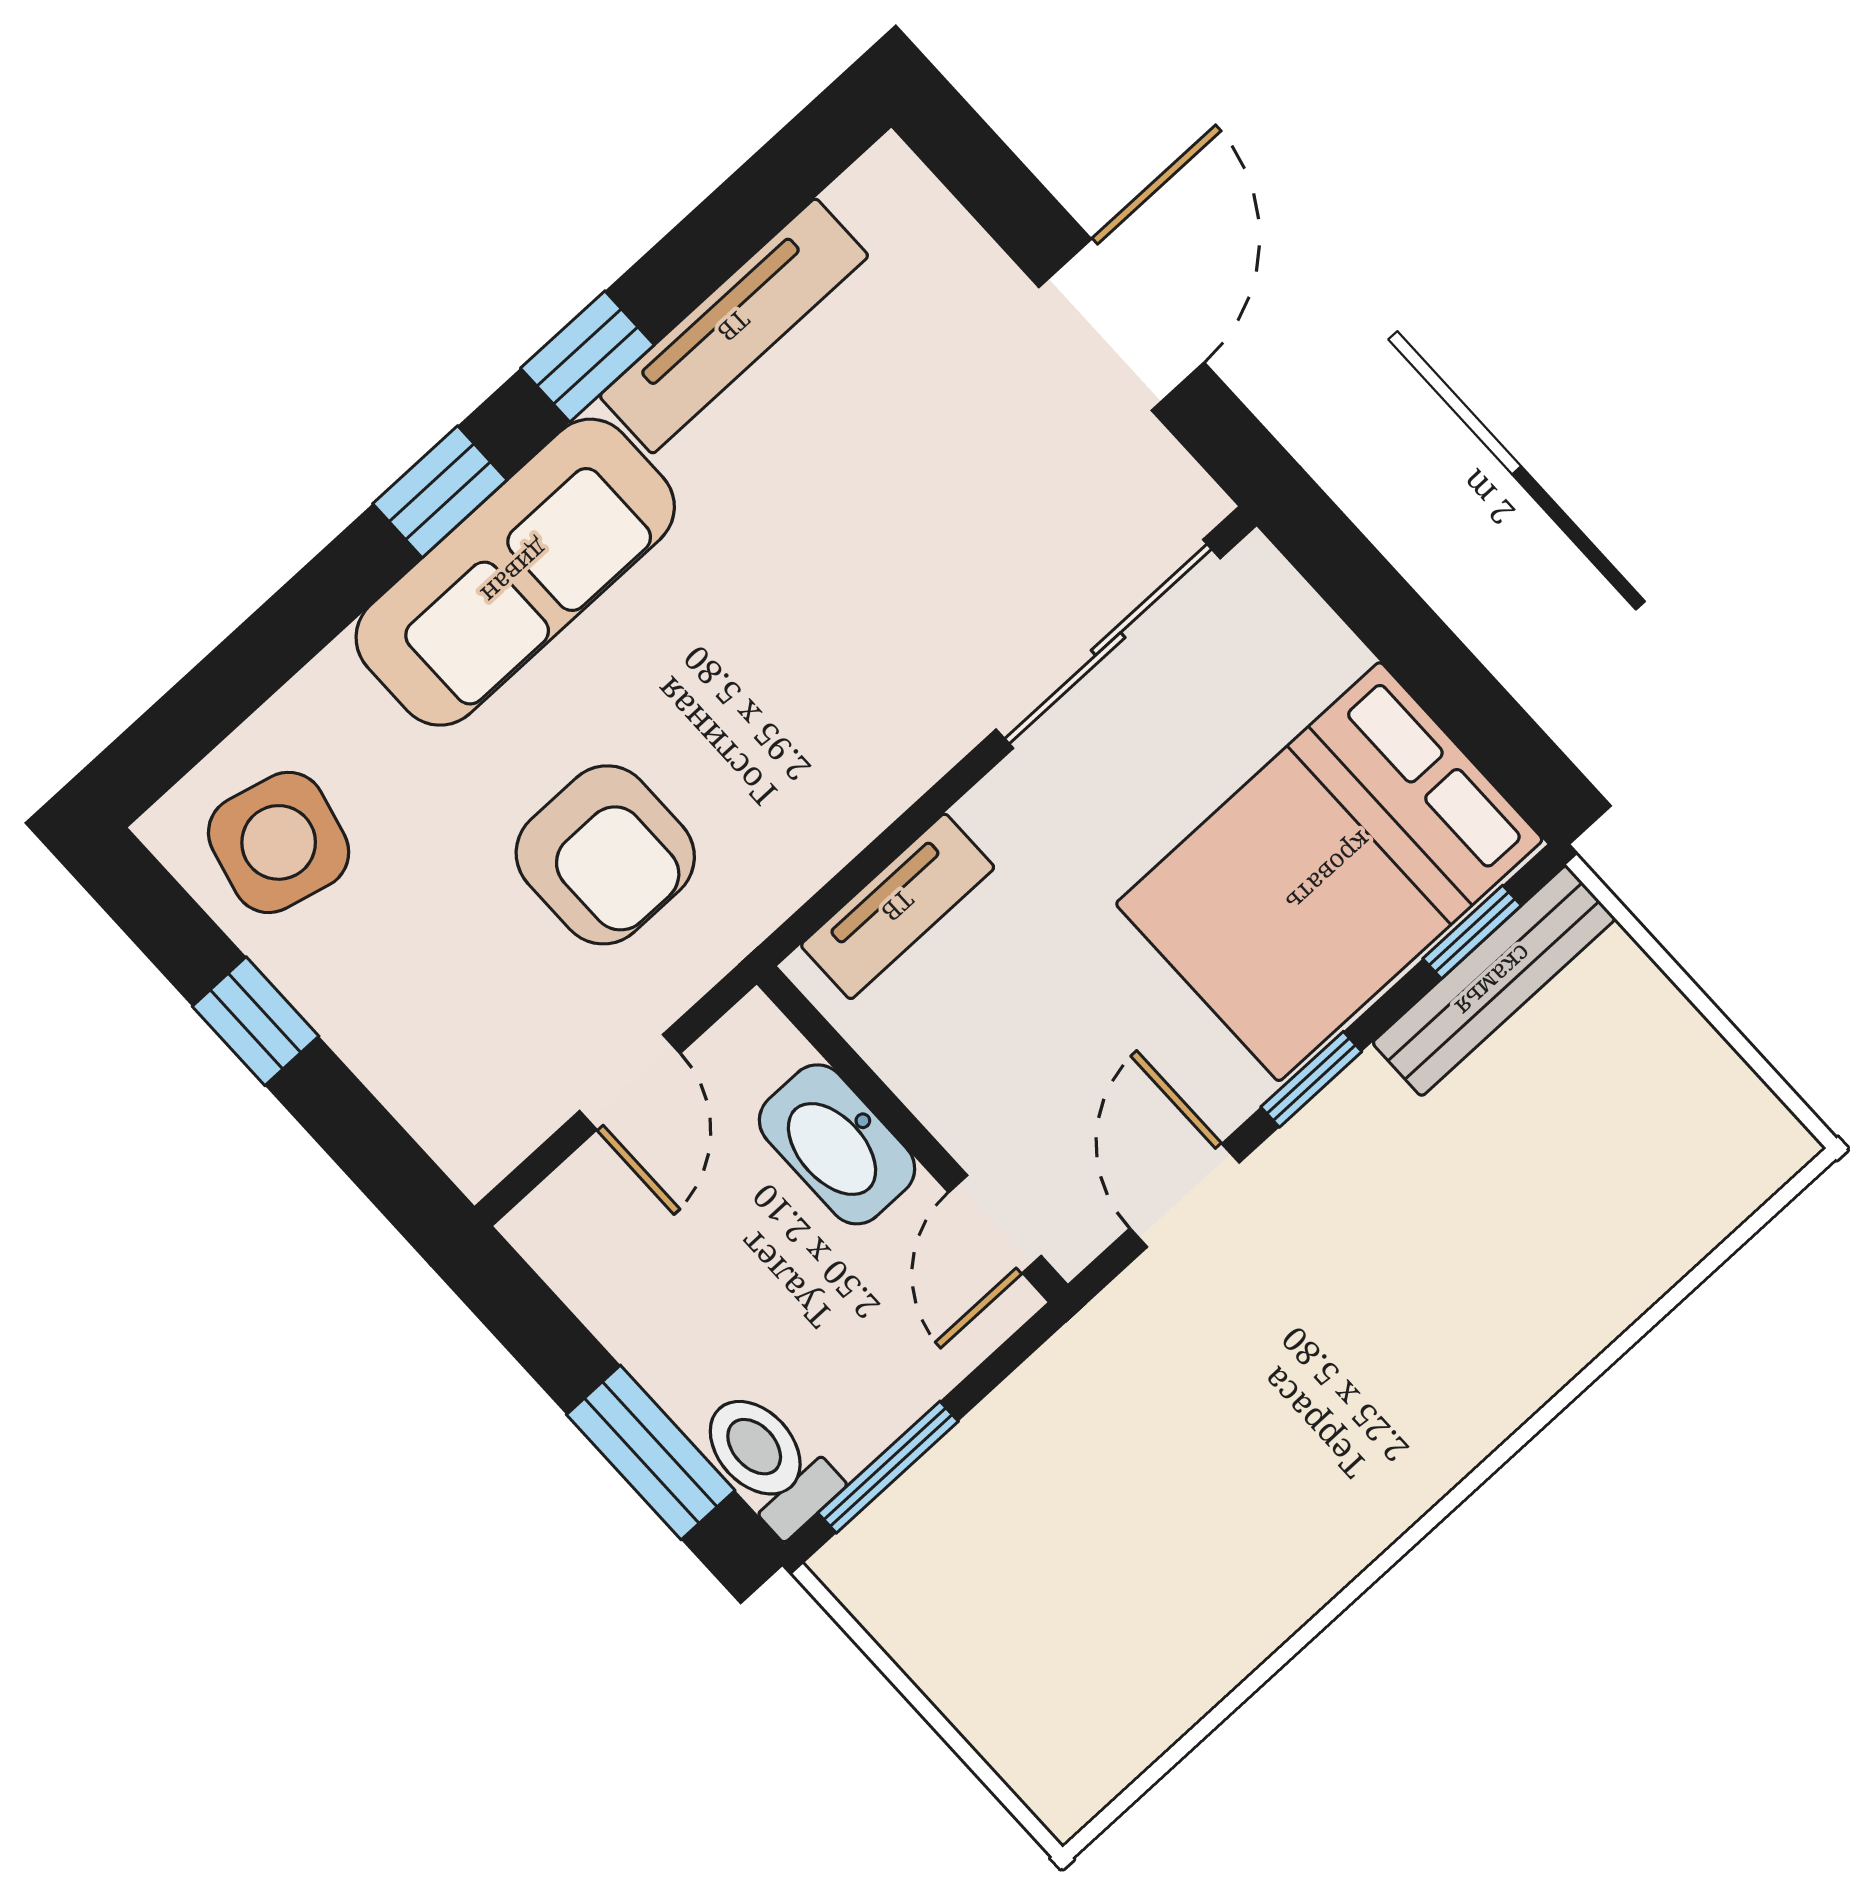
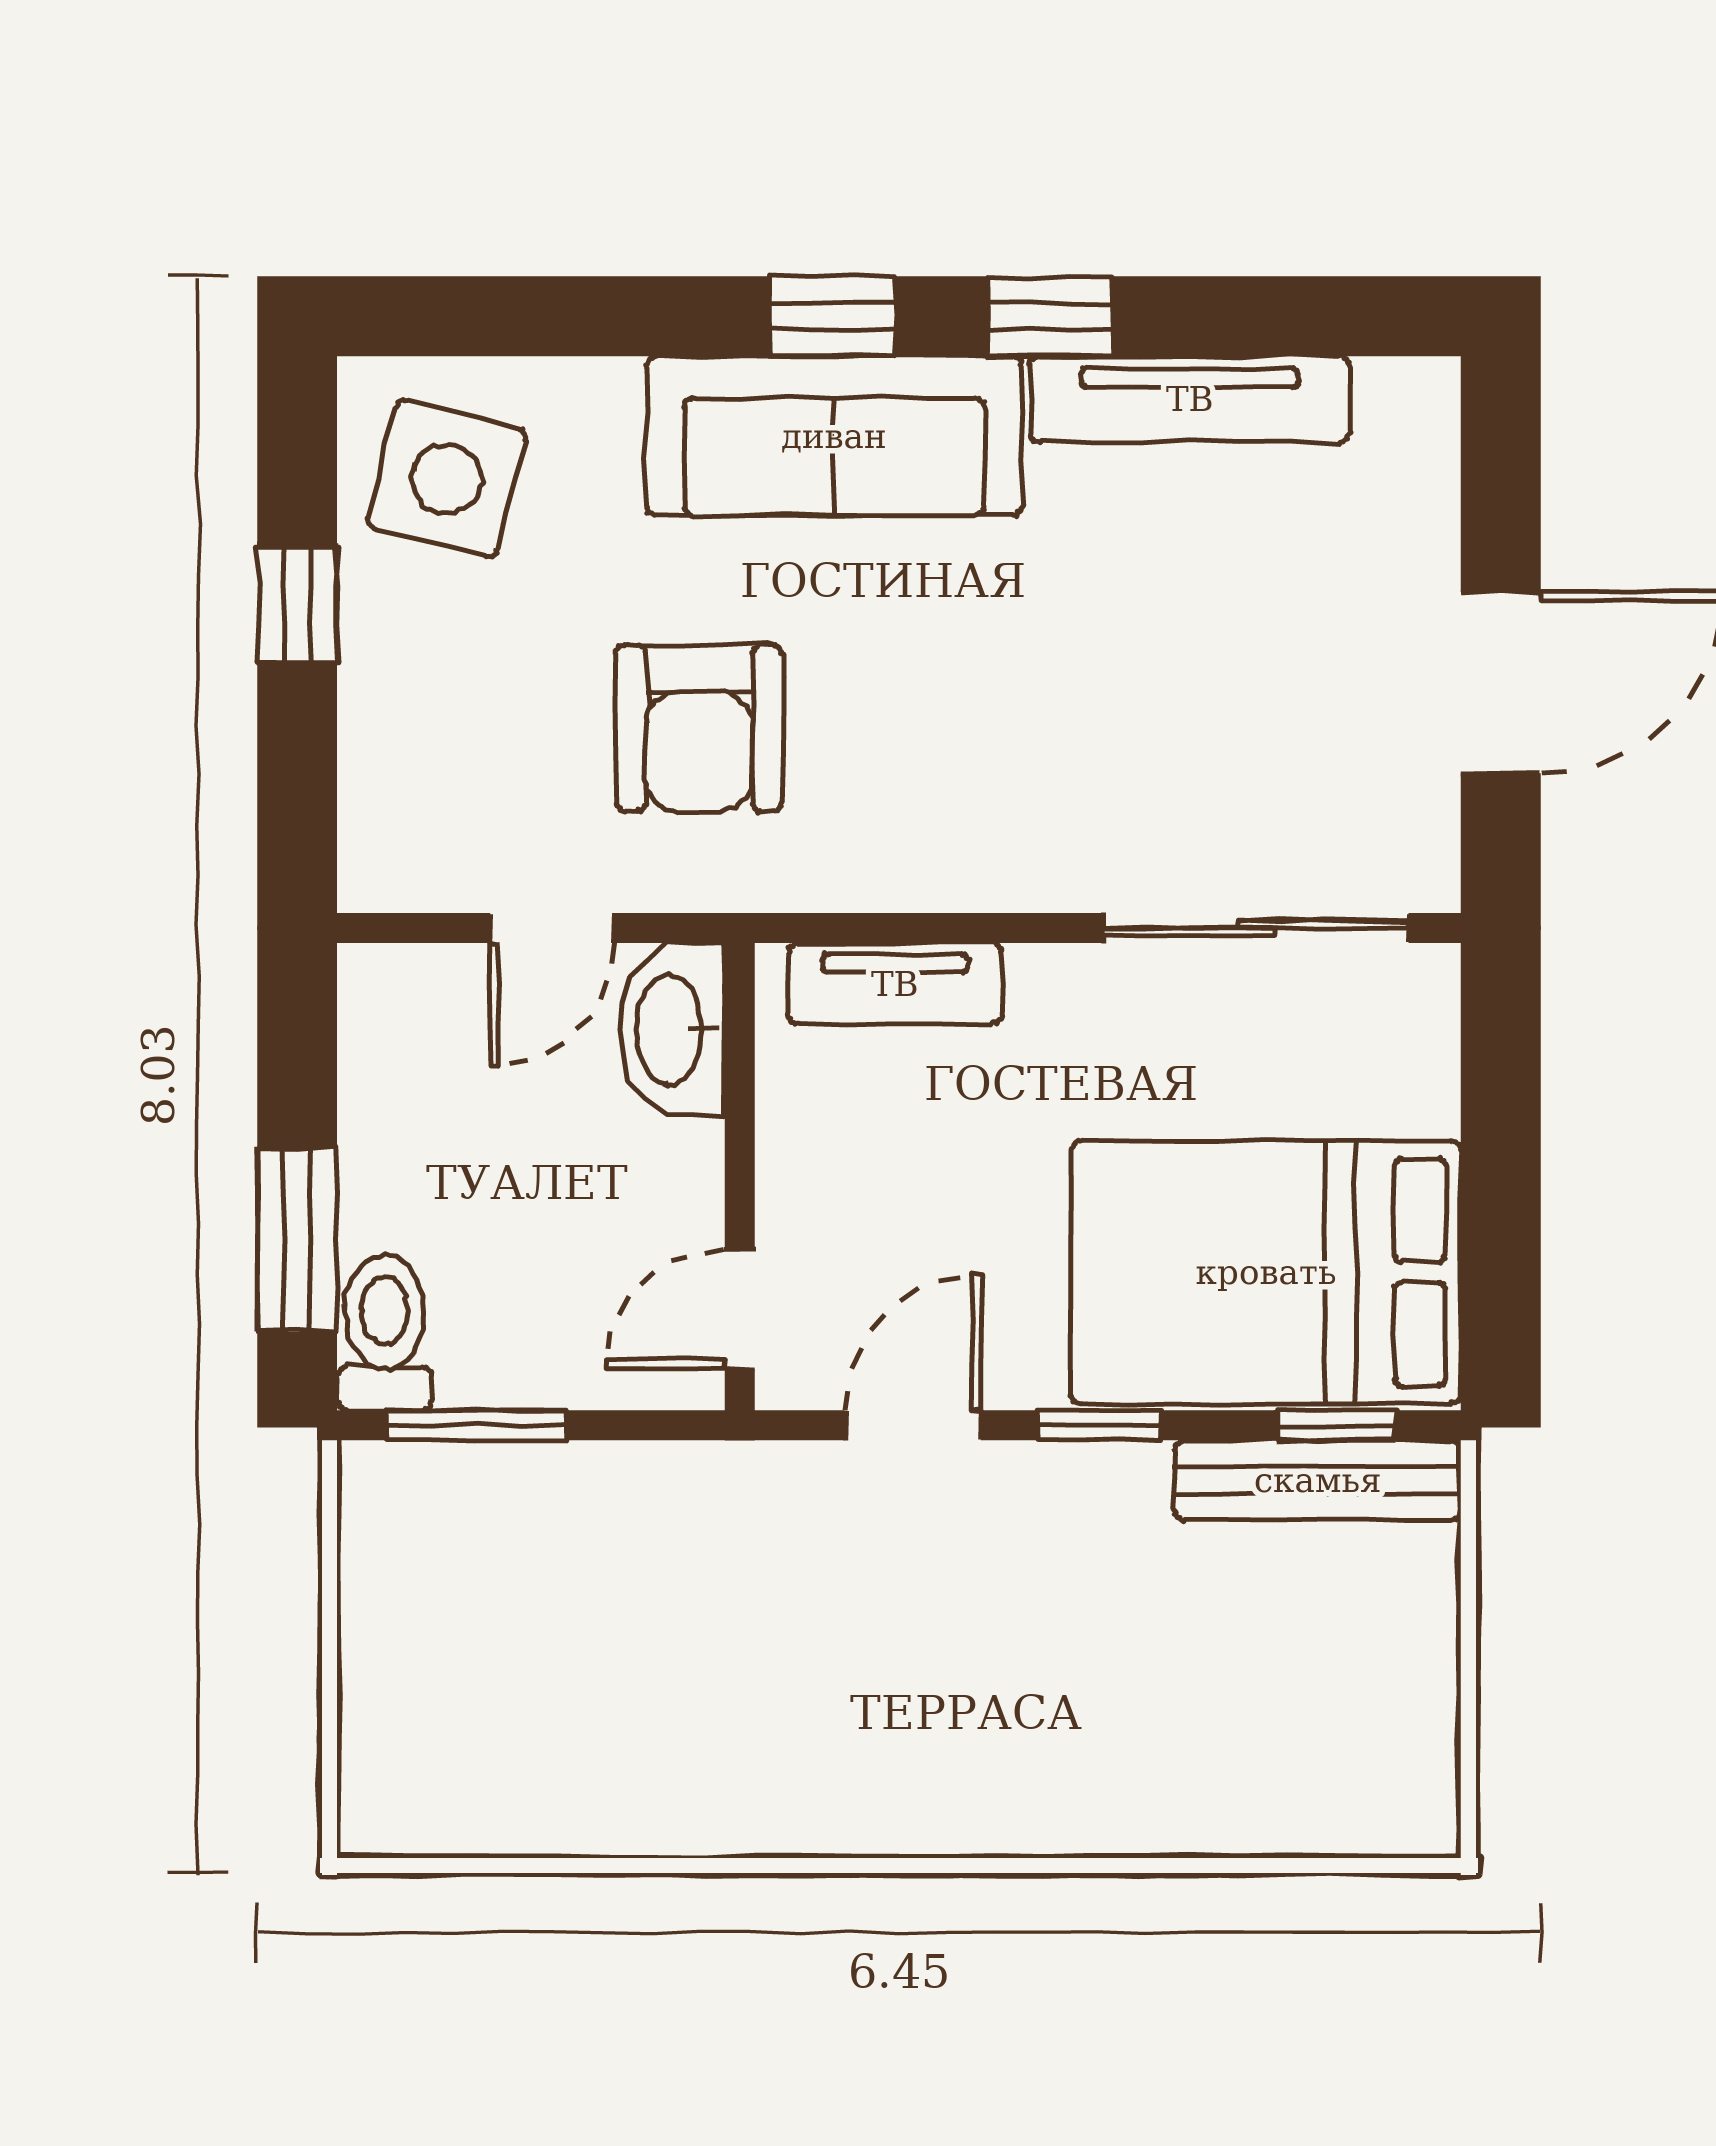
washbasin: (837, 1144) -> (672, 1029), moved

